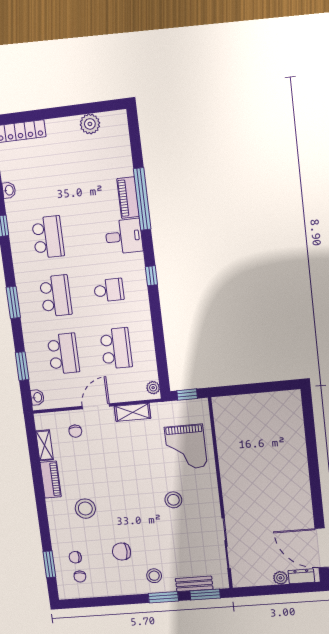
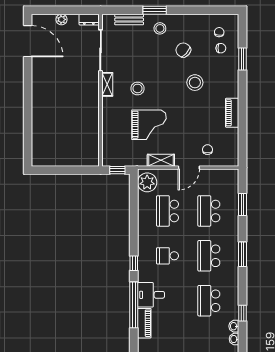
window: (142, 199) -> (134, 305), moved
plant: (153, 388) -> (147, 182), width x1.88, depth x1.88
washbasin: (37, 397) -> (234, 326), moved
shelving: (45, 445) -> (107, 84), moved
grand piano: (186, 447) -> (149, 125), moved, turned 90
stool: (85, 509) -> (195, 83), moved
chair: (122, 552) -> (183, 50), turned -139
window: (49, 564) -> (243, 59), moved
dresser: (301, 576) -> (89, 20), moved
window: (205, 594) -> (122, 10), removed

